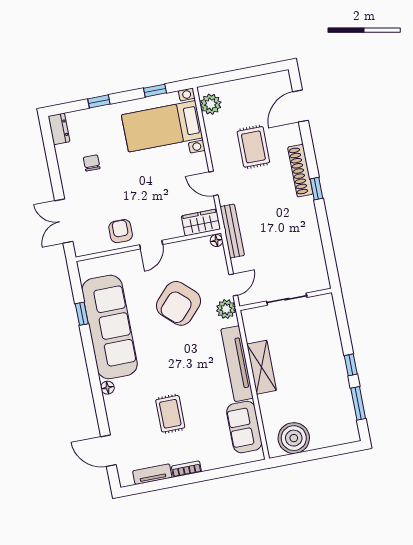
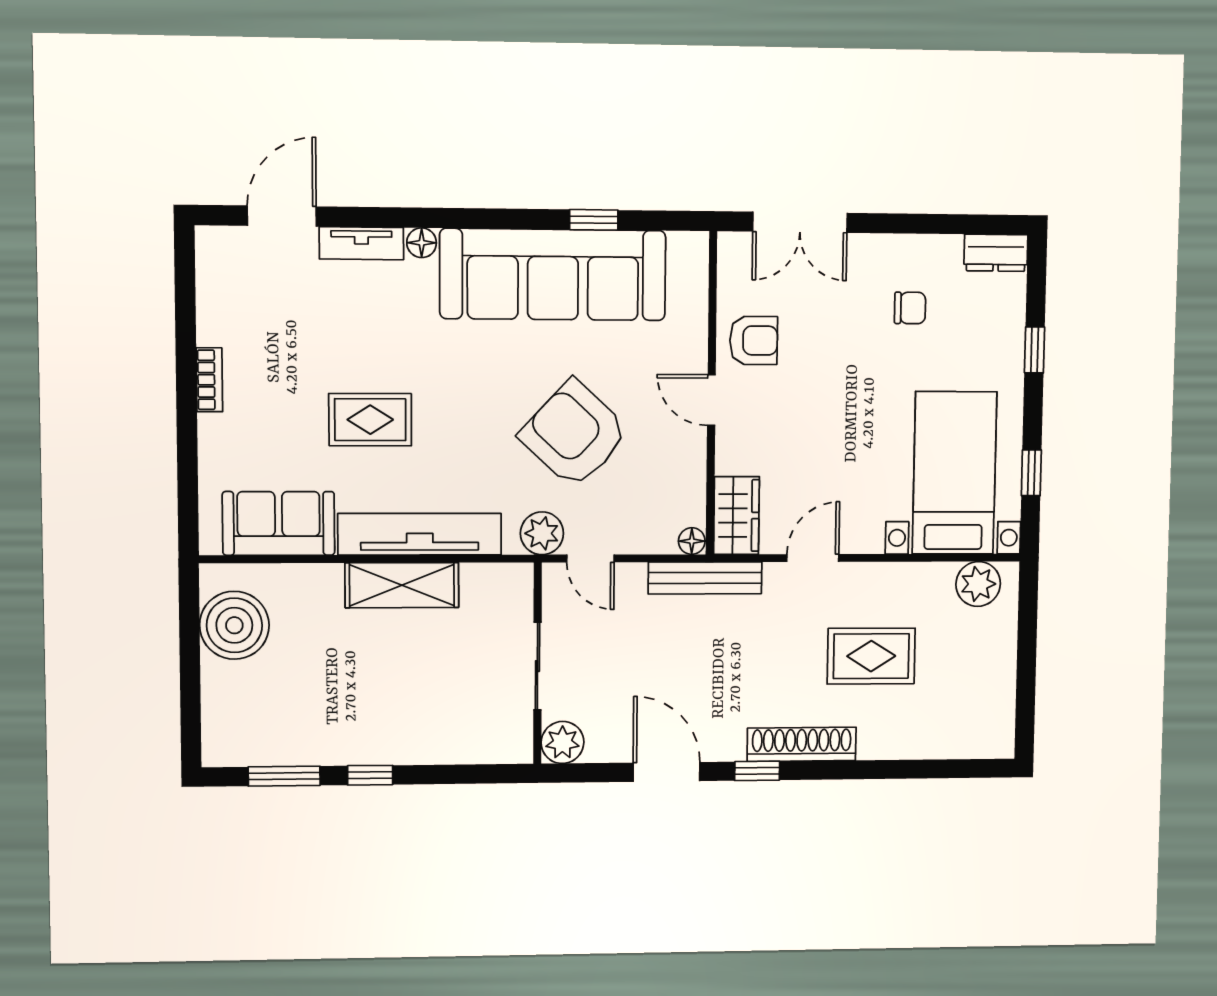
door: (300, 106) -> (667, 772), moved
double door: (64, 221) -> (800, 222), swing flipped
plant: (320, 281) -> (562, 742), added
rug: (170, 414) -> (370, 420), moved
tv unit: (152, 474) -> (361, 243), moved, turned 90

